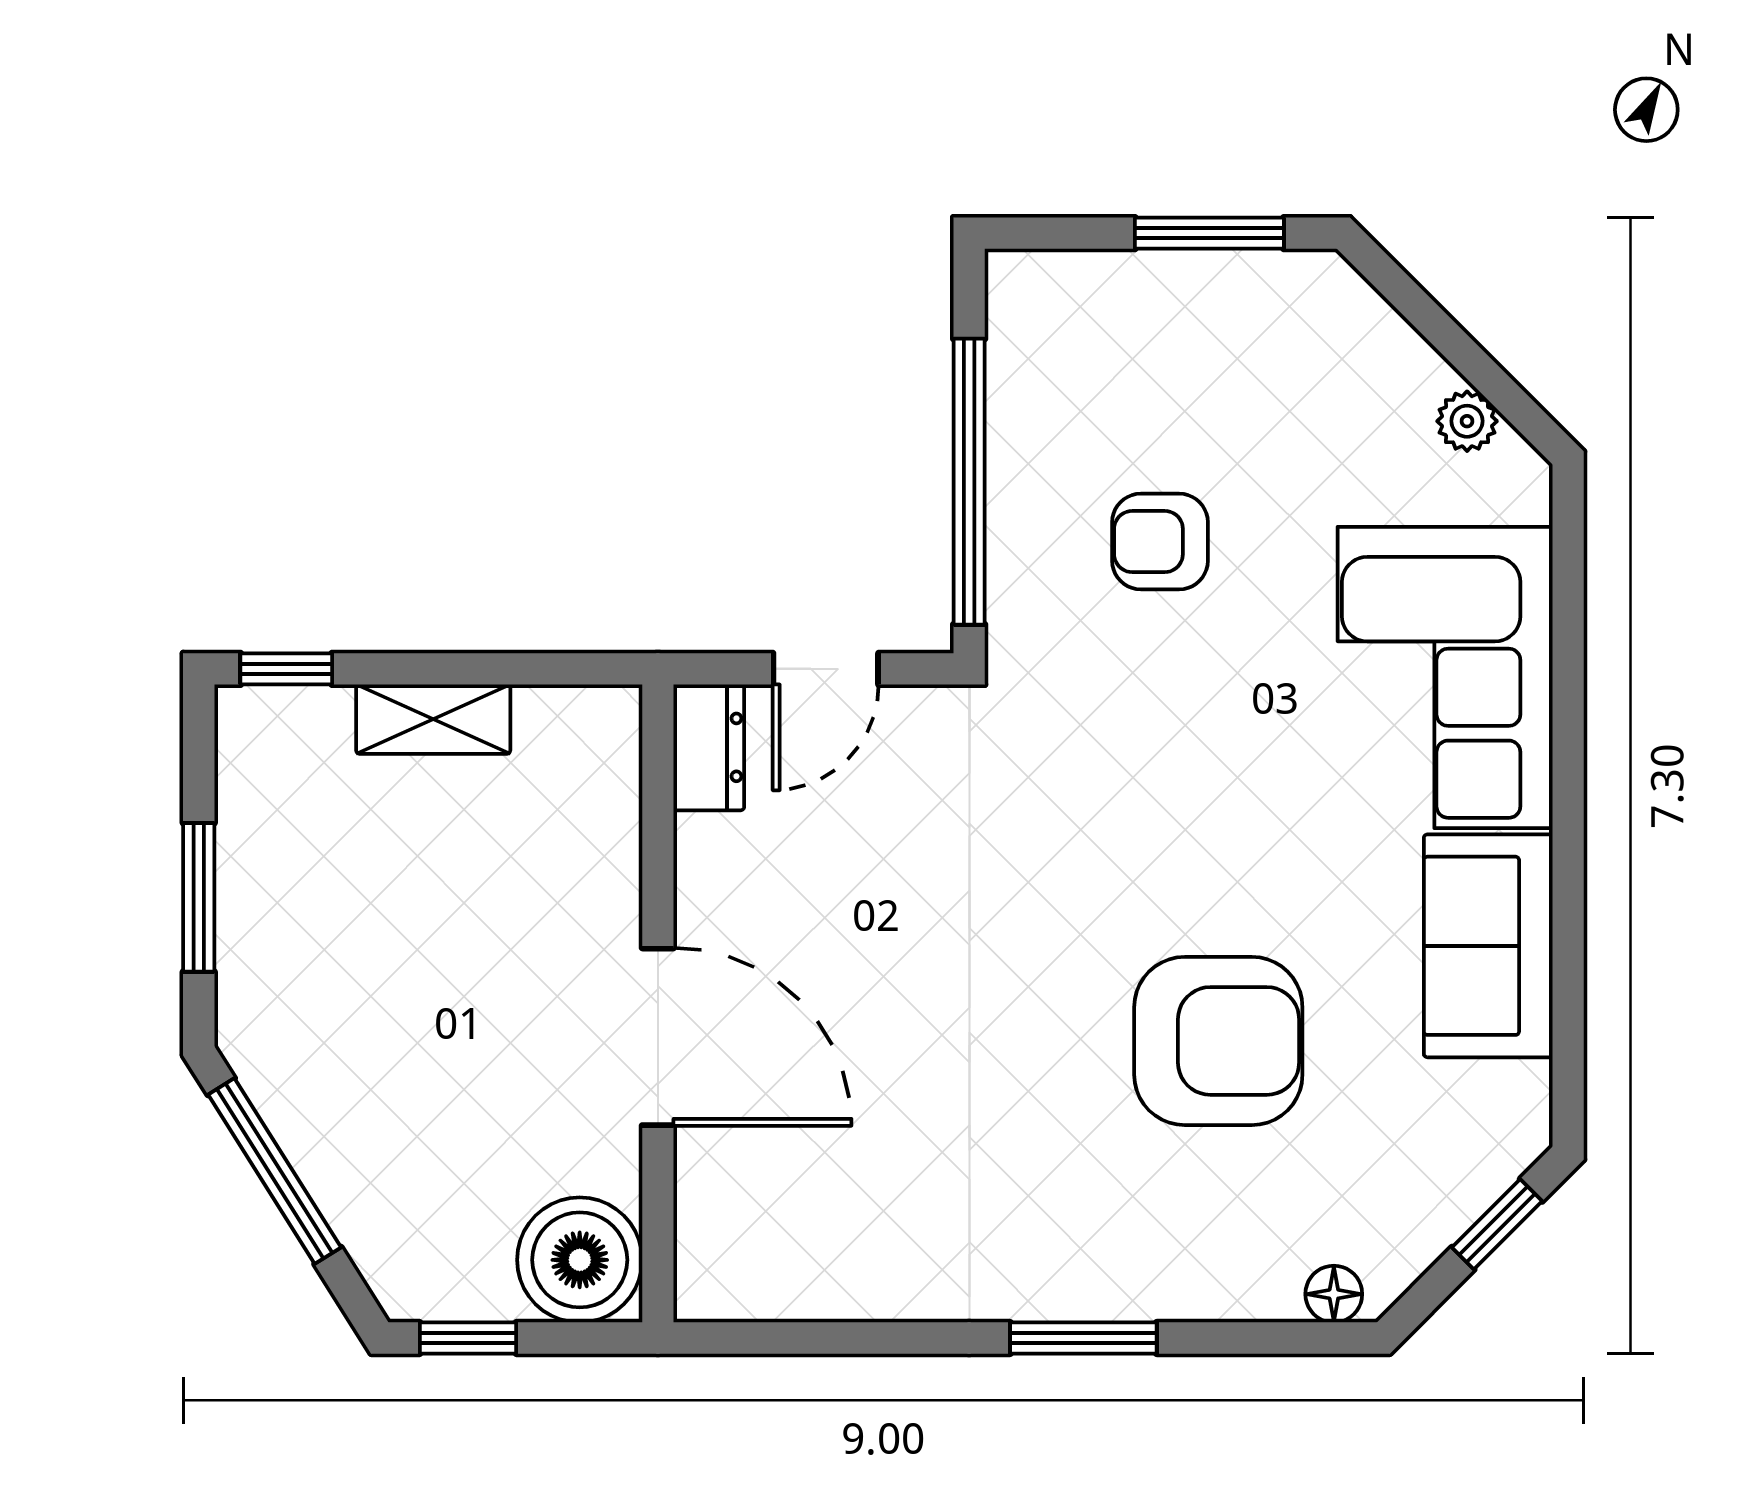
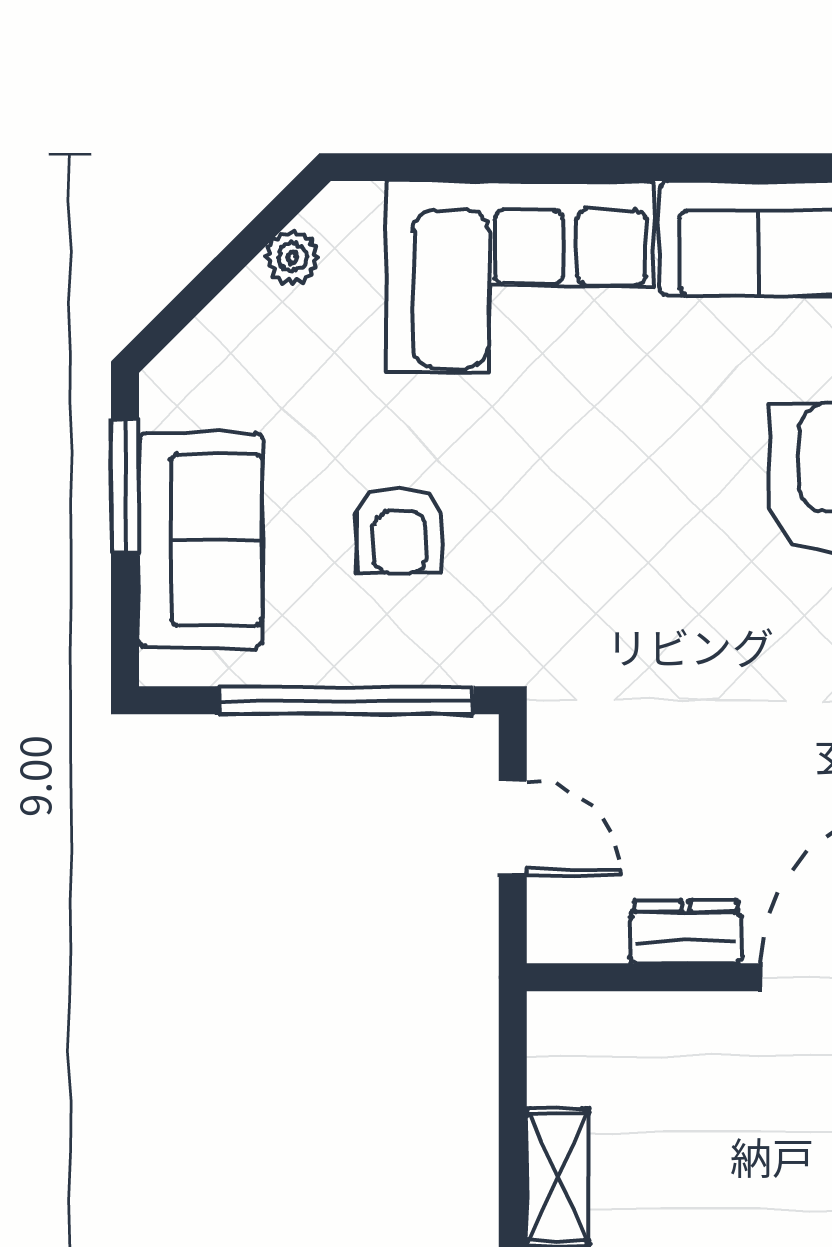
sofa: (1149, 318) -> (201, 540), added
dresser: (709, 747) -> (686, 932), moved

